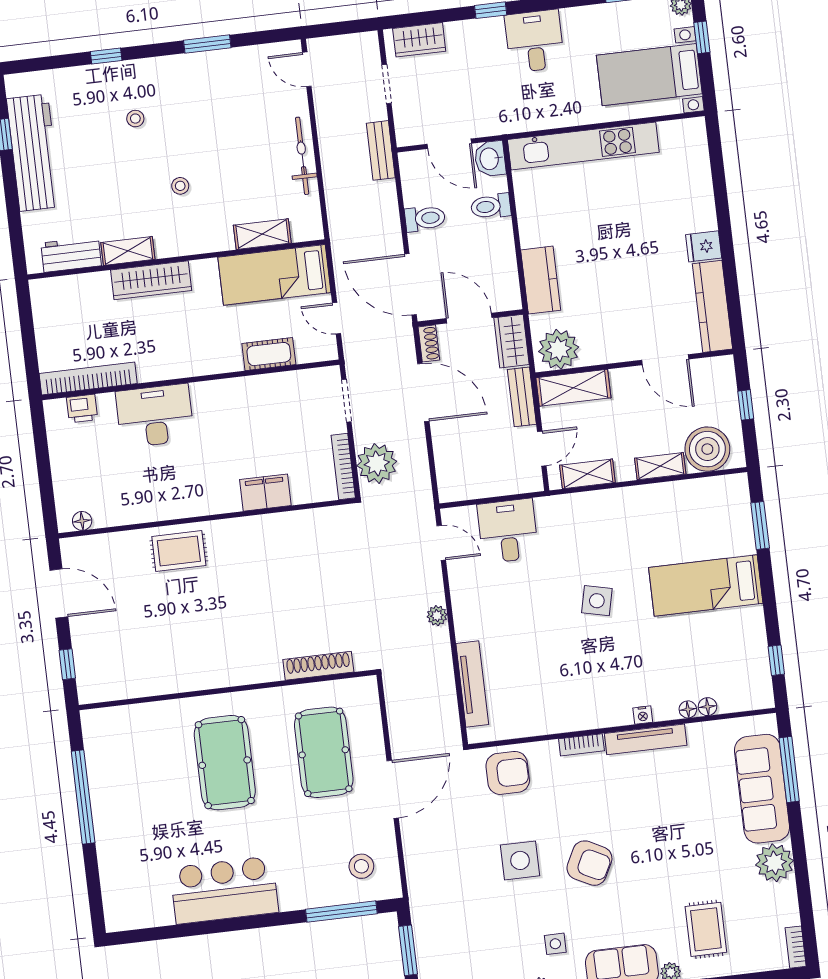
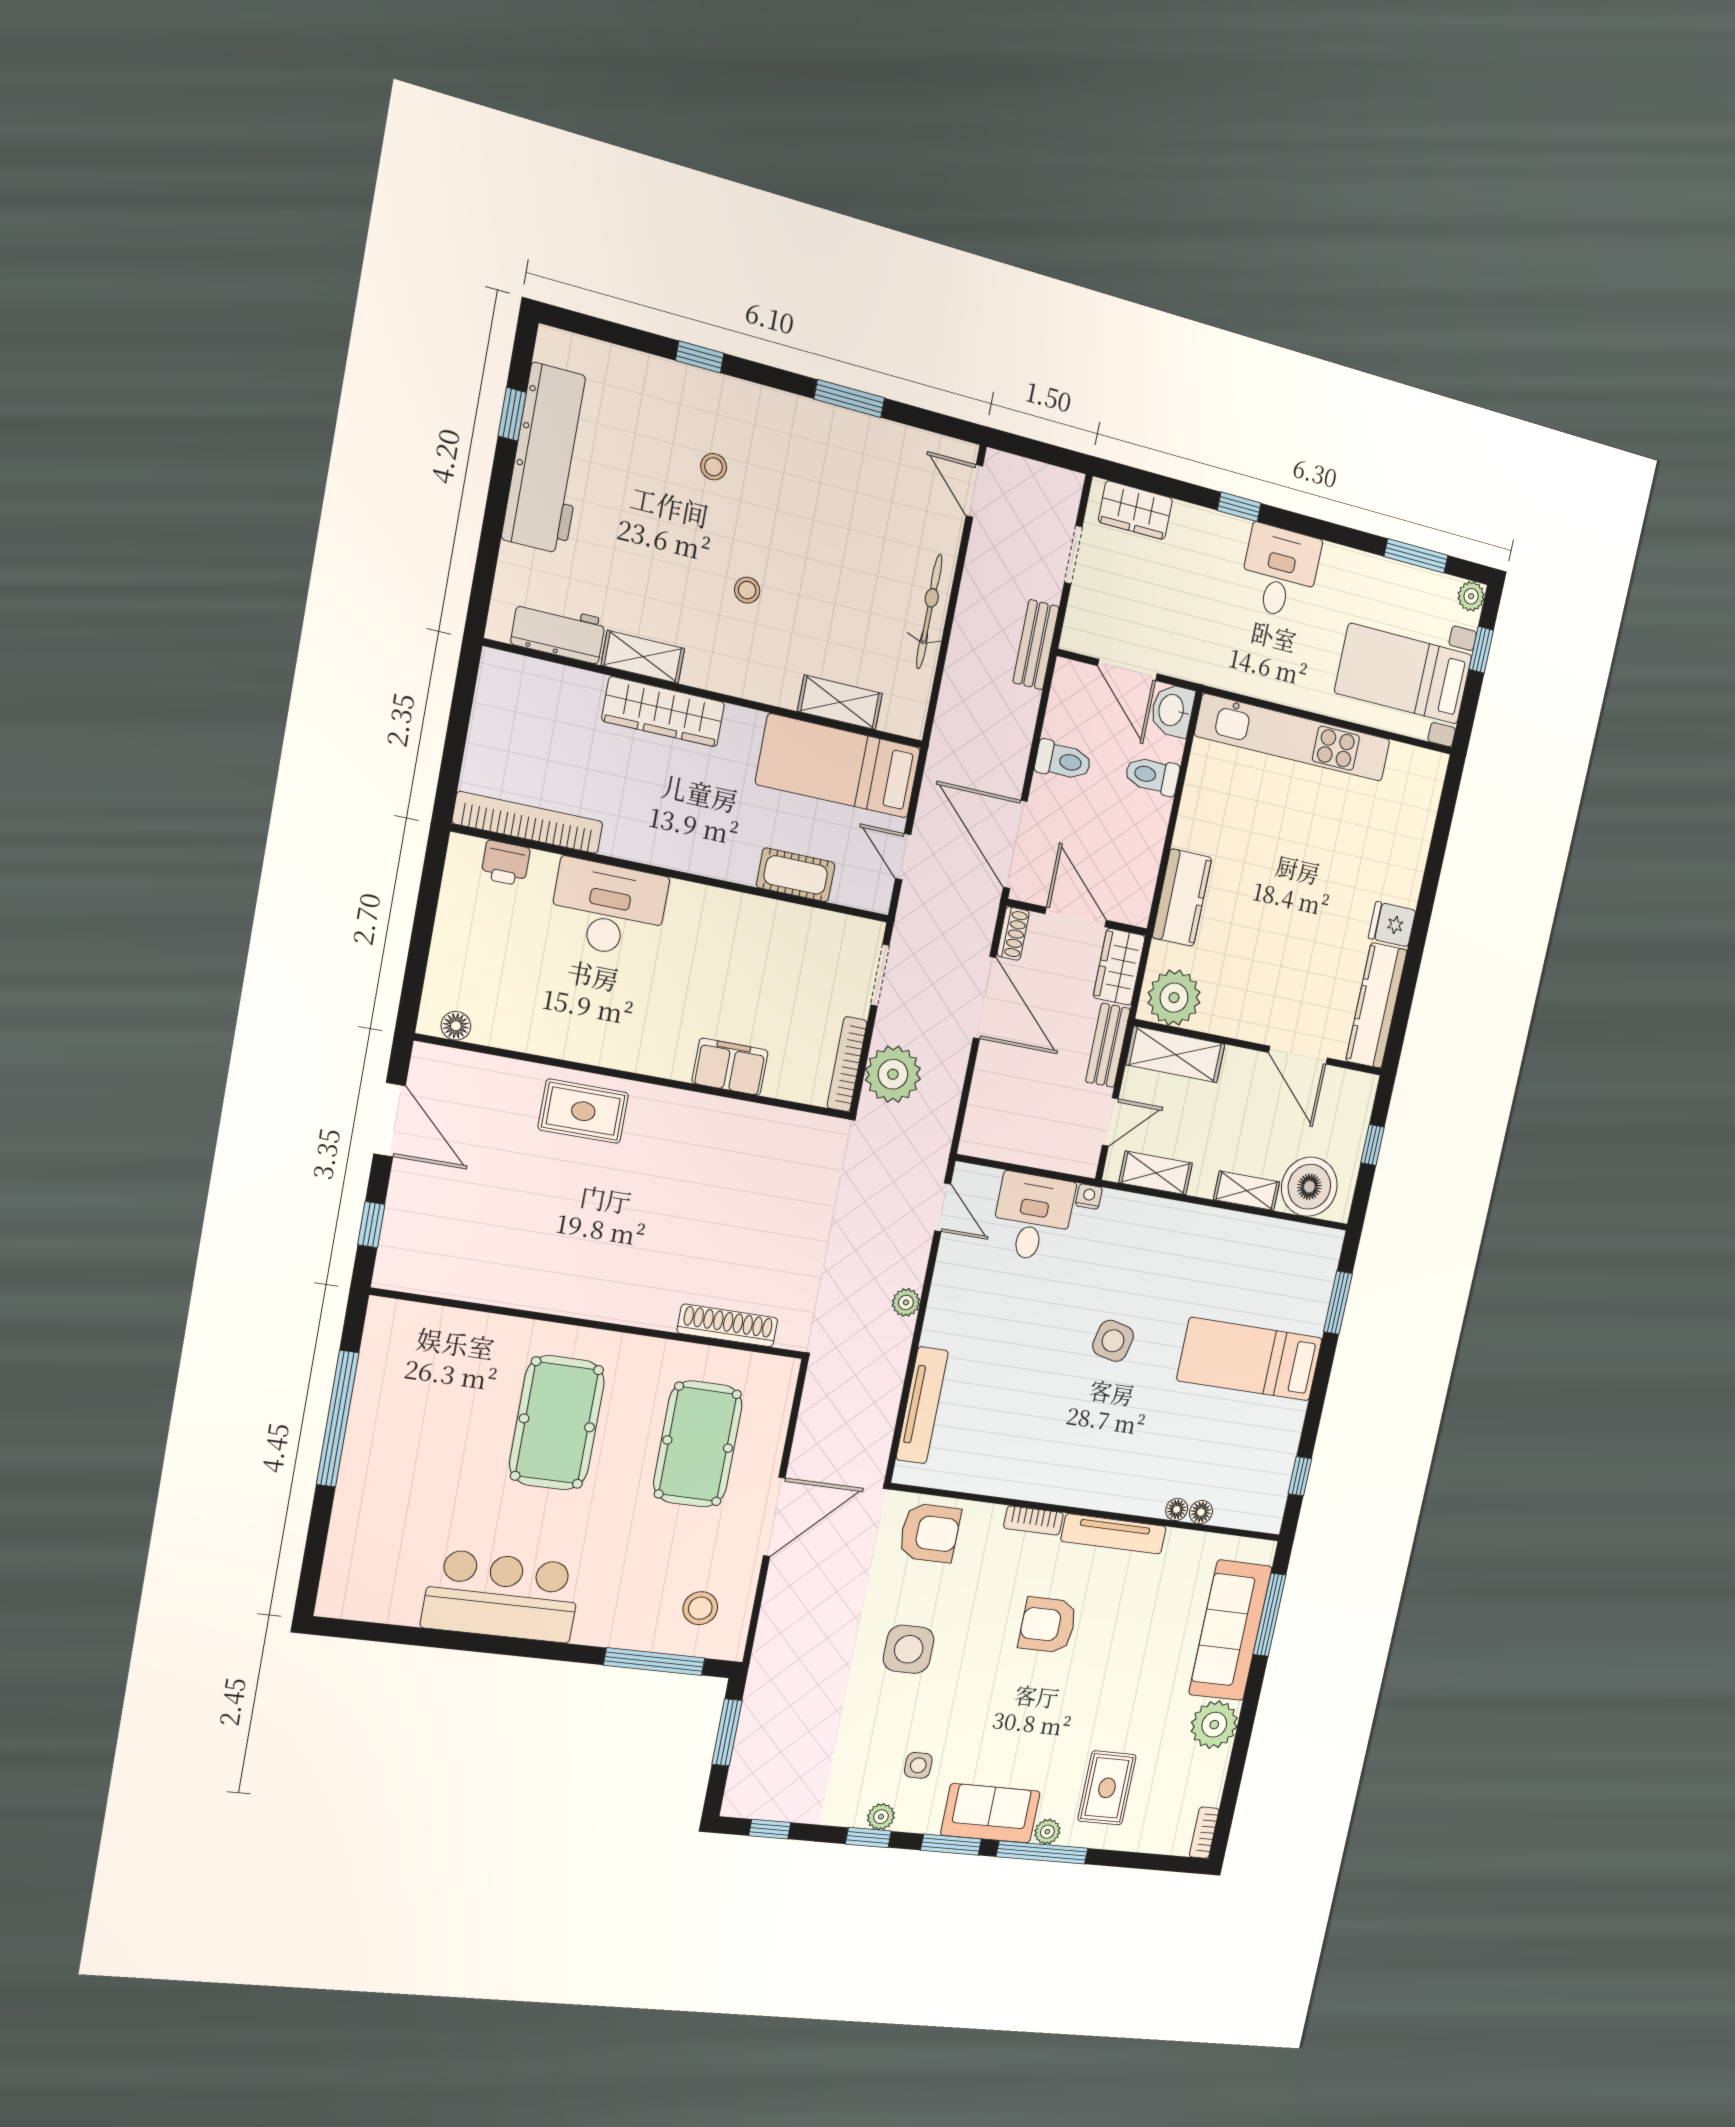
nightstand: (643, 715) -> (1089, 1196), moved, turned 180
armchair: (589, 863) -> (1048, 1625), moved, turned 153

